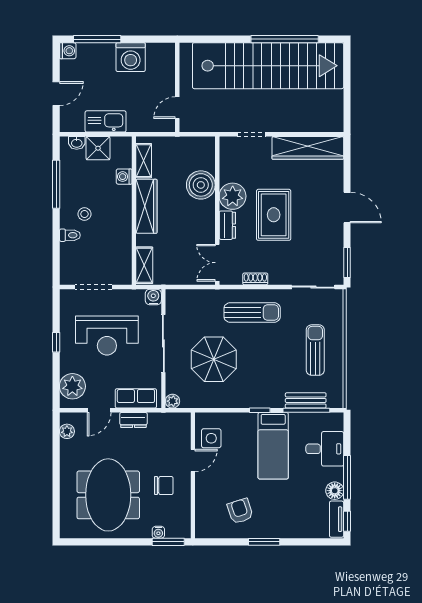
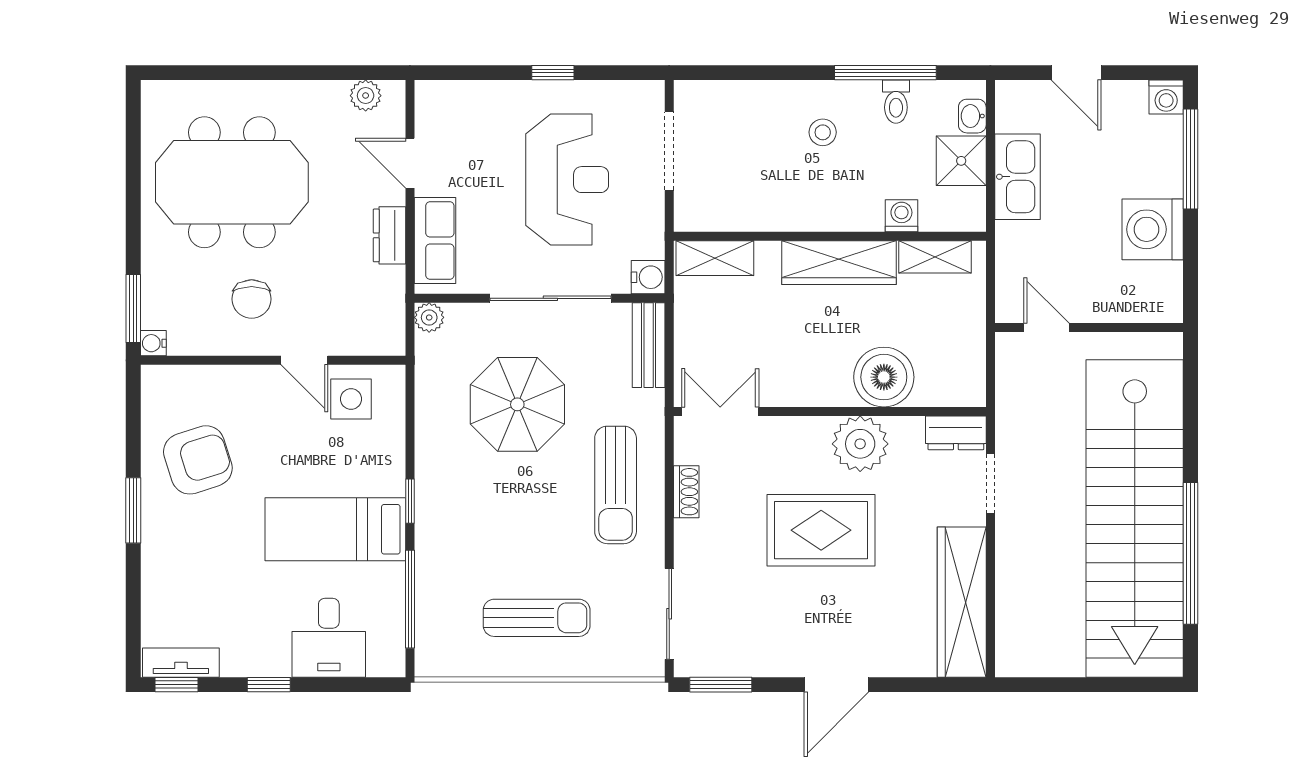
dresser: (227, 225) -> (956, 433), moved
toilet: (70, 235) -> (896, 102), moved
reception desk: (107, 336) -> (567, 180), turned 180
plant: (72, 386) -> (460, 107), removed
bench: (306, 400) -> (649, 345), moved
window: (347, 477) -> (269, 685), width x0.46
floor lamp: (335, 491) -> (241, 659), removed
armchair: (240, 511) -> (198, 460), width x1.38, depth x1.38
water cooler: (158, 532) -> (153, 343), moved

